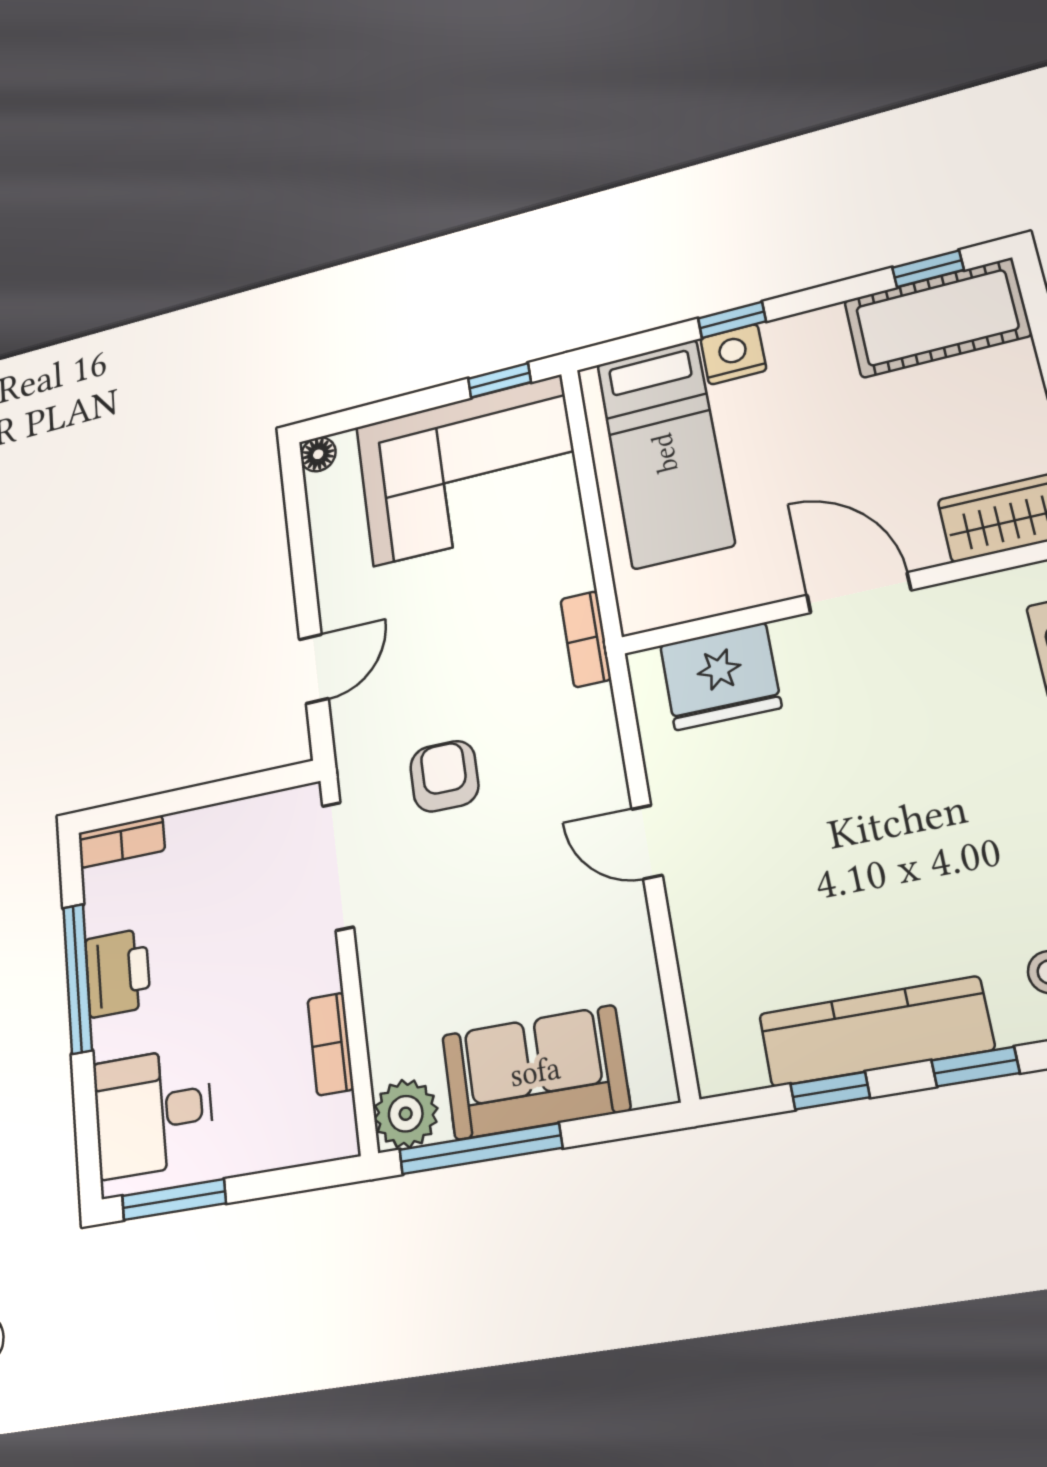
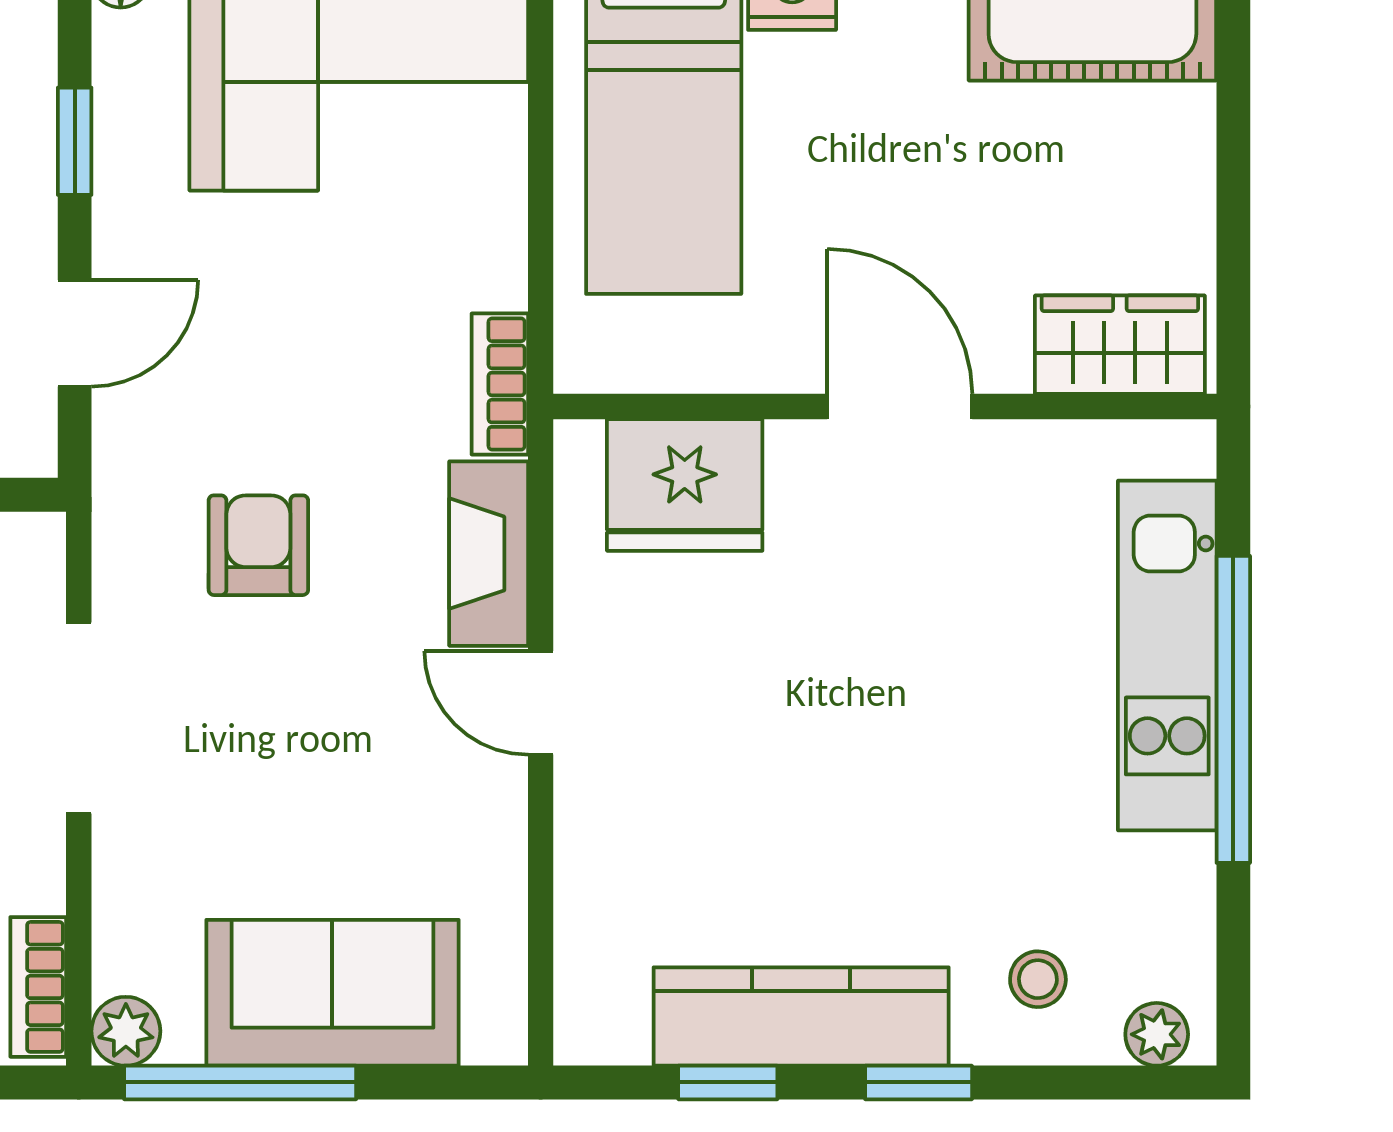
window: (301, 555) -> (75, 141), added
fireplace: (596, 750) -> (489, 554), added
doorway: (338, 866) -> (79, 718), moved
bookcase: (330, 1044) -> (38, 987), moved
plant: (406, 1114) -> (126, 1031), width x0.73, depth x0.73

